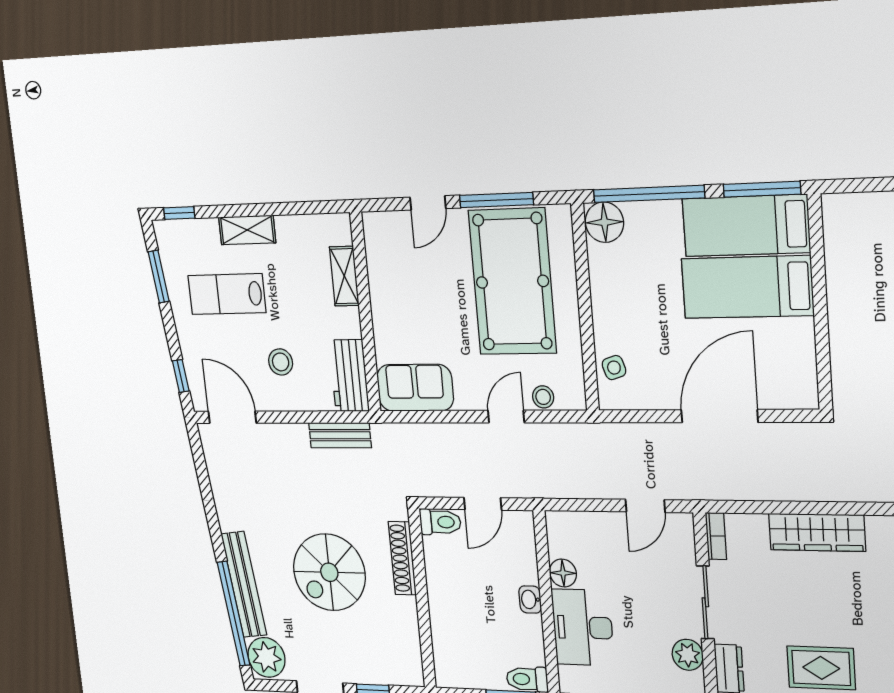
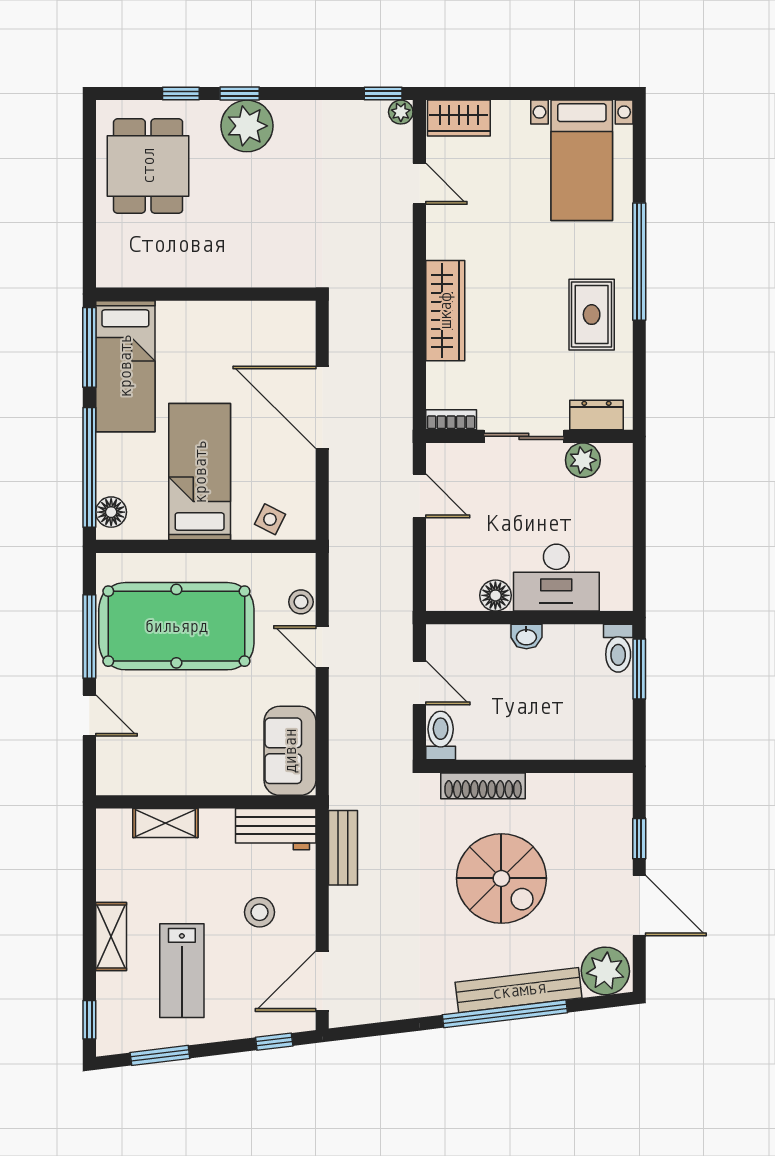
floor lamp: (604, 222) -> (111, 512), width x0.73, depth x0.73
bed: (747, 287) -> (200, 472), moved, turned 180
side table: (614, 368) -> (270, 519), turned 45
window: (234, 614) -> (505, 1014), moved

